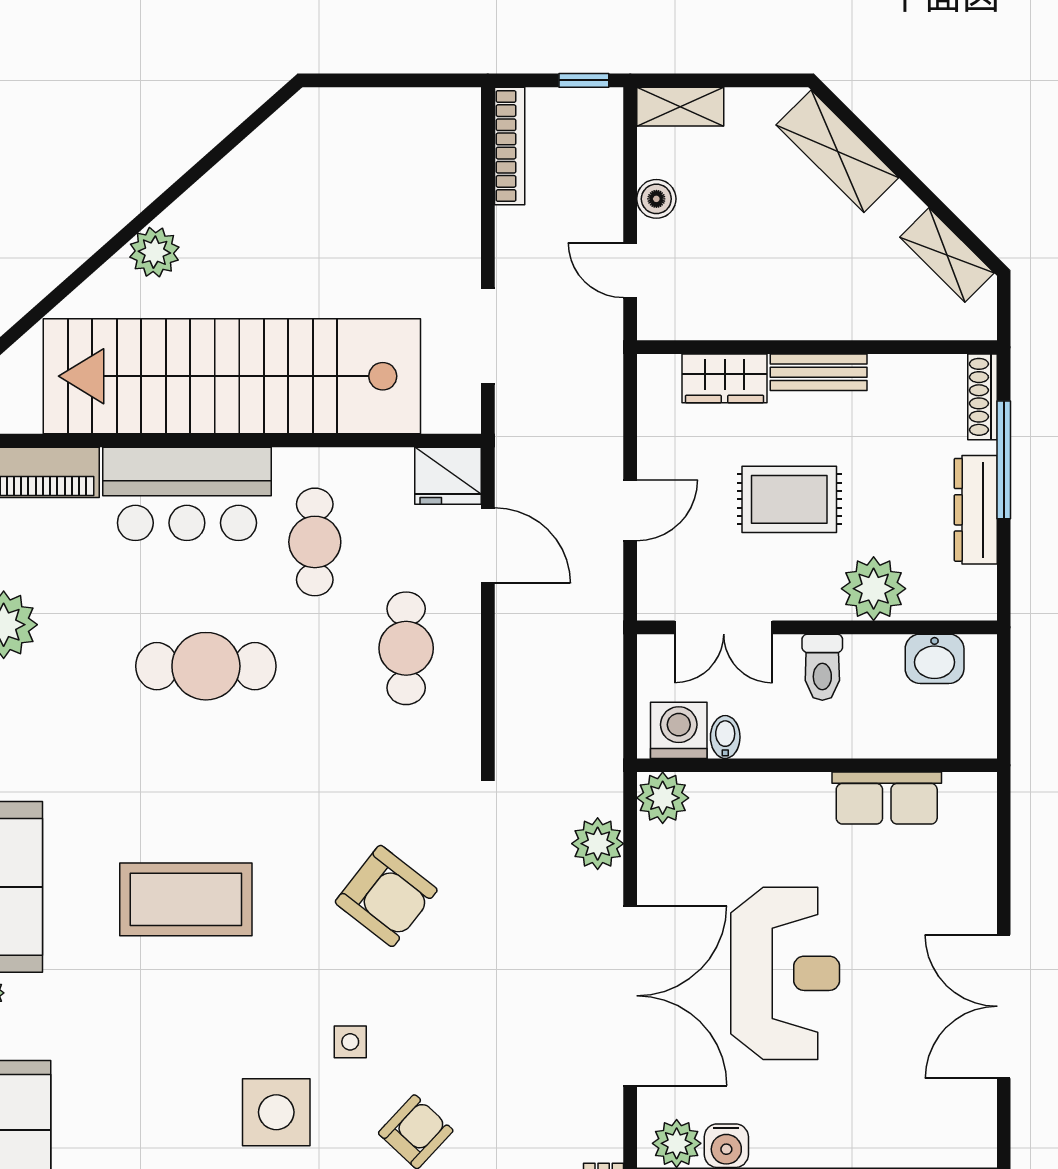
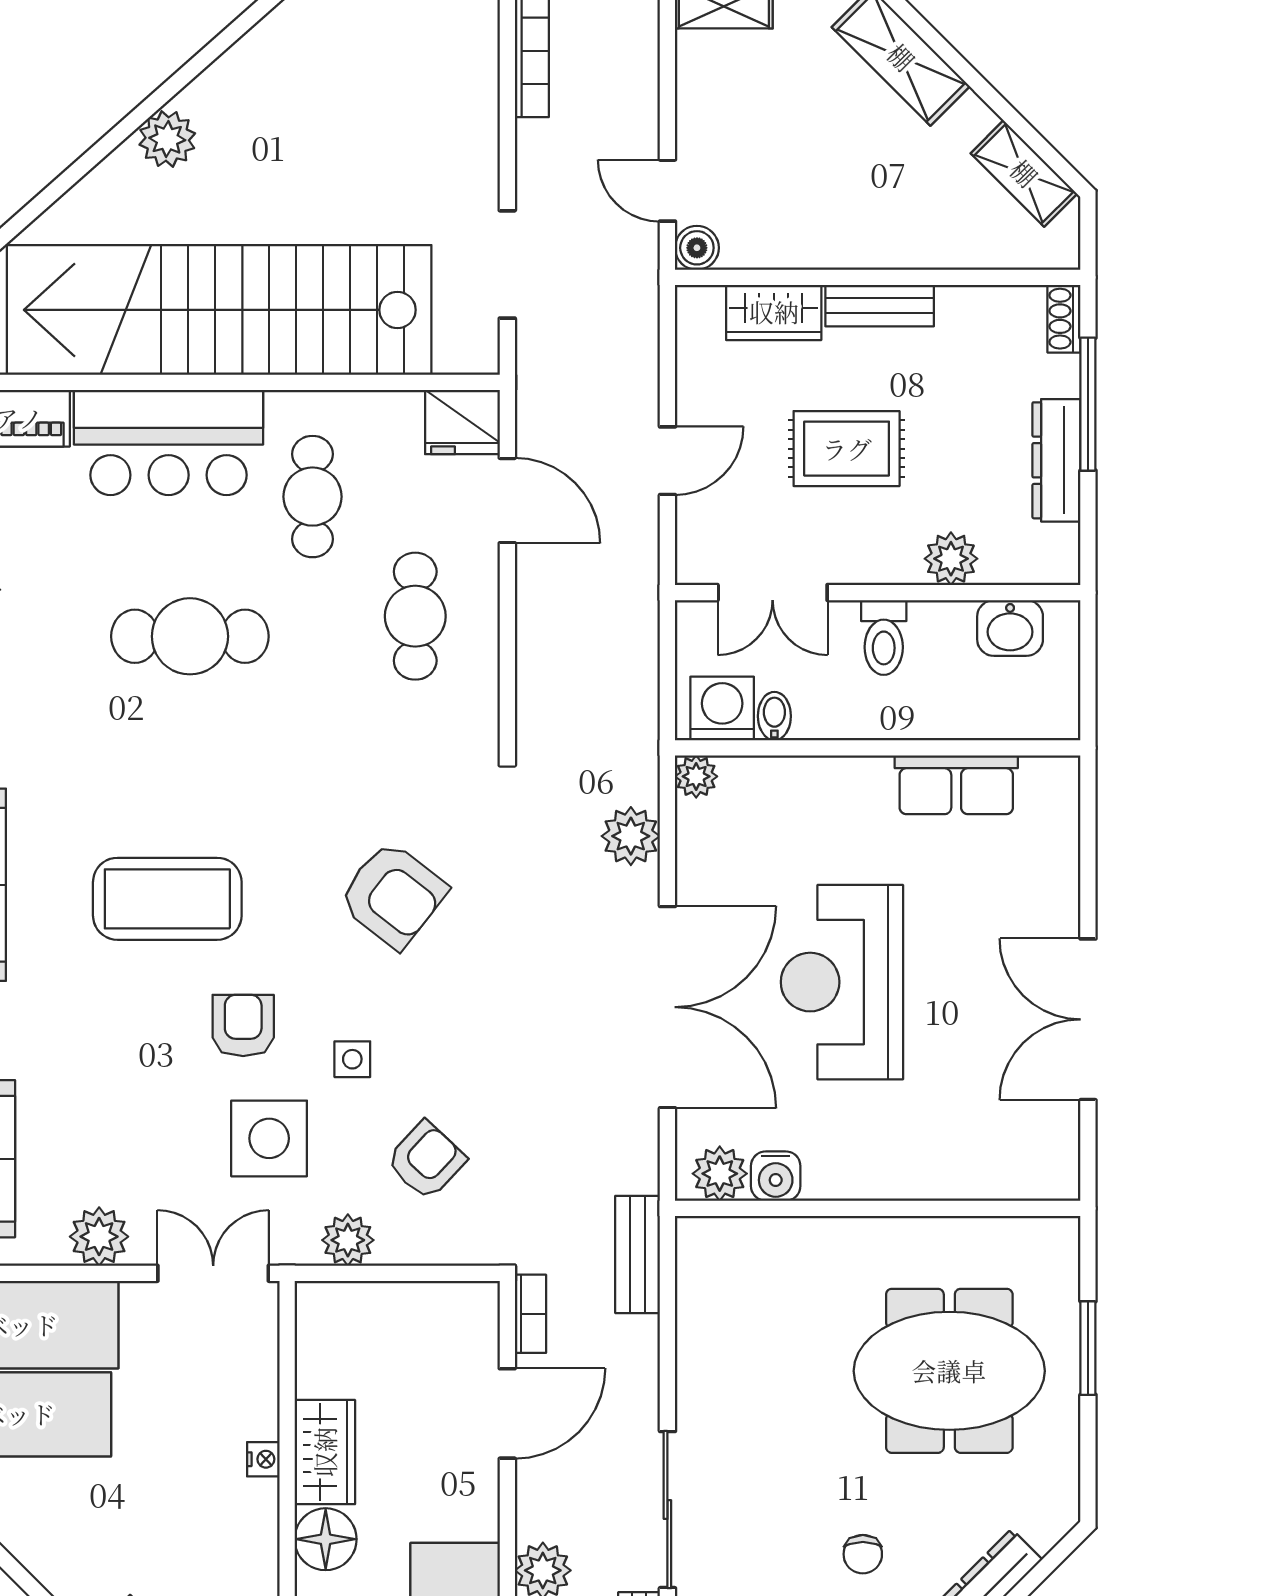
boiler: (656, 199) -> (697, 248), moved
plant: (154, 252) -> (167, 139), moved
shoe rack: (982, 397) -> (1064, 319), width x0.70
plant: (874, 589) -> (951, 559), width x0.73, depth x0.73
plant: (663, 798) -> (696, 776), width x0.73, depth x0.73
reception desk: (785, 973) -> (842, 982), turned 180
armchair: (253, 1012) -> (243, 1025), added

